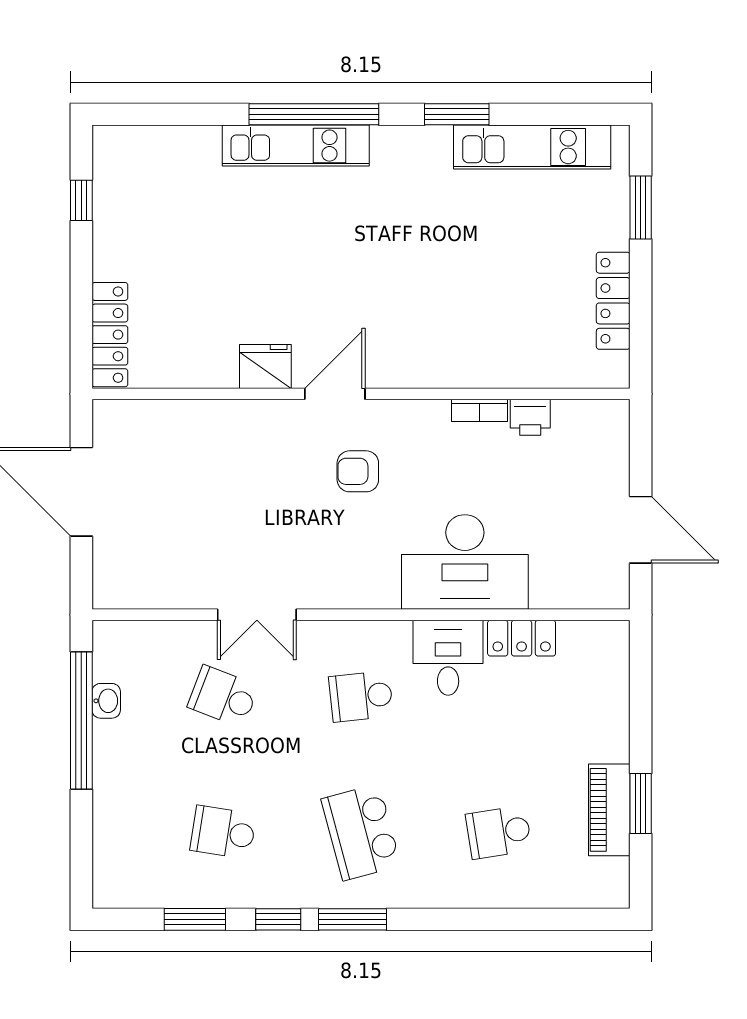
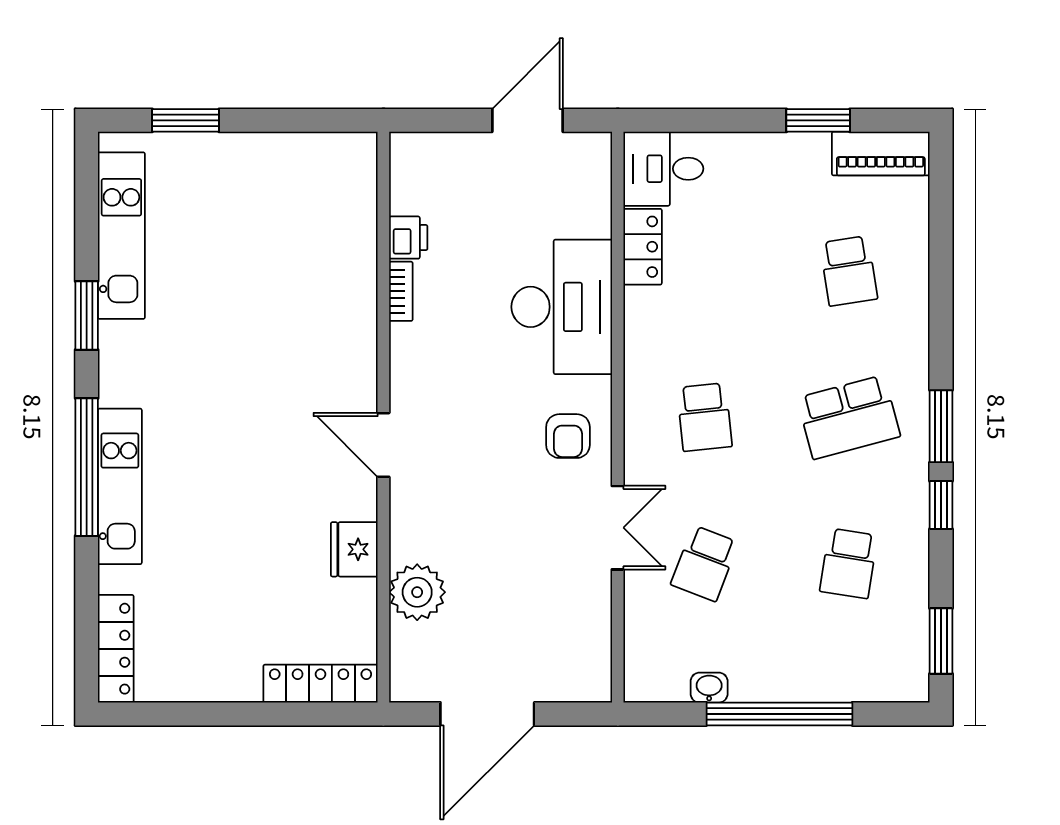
window: (81, 200) -> (178, 714), removed
locker: (613, 301) -> (116, 649), moved, turned -90
fridge: (265, 366) -> (354, 549), moved
plant: (196, 426) -> (417, 592), added
armchair: (358, 471) -> (568, 436), moved
desk: (448, 658) -> (663, 169), moved
window: (81, 721) -> (779, 714), moved
piano: (609, 810) -> (881, 154), moved
window: (195, 919) -> (941, 641), moved

